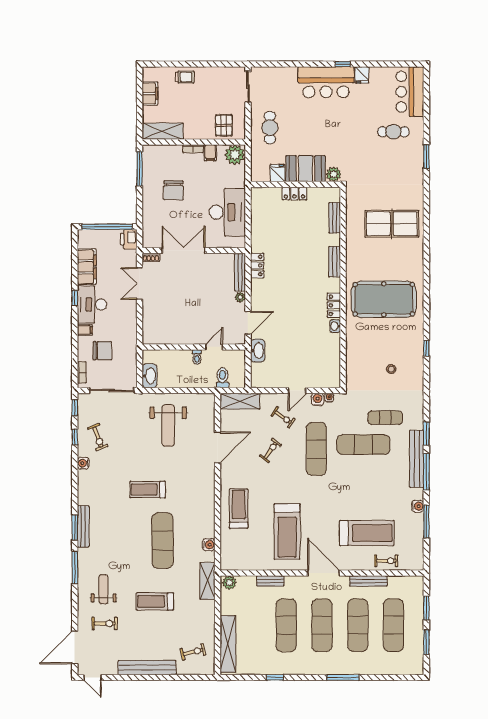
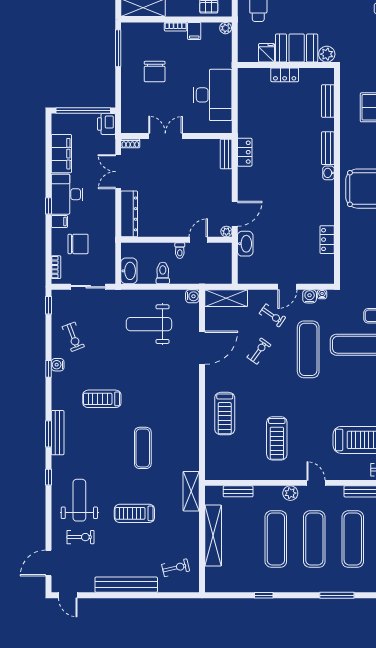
plant: (235, 155) -> (226, 28), width x0.53, depth x0.53
double door: (184, 250) -> (165, 136), width x0.73
bench: (240, 272) -> (226, 154), width x0.73
plant: (240, 297) -> (226, 232), moved
window: (75, 298) -> (48, 206), moved
locker: (334, 305) -> (327, 240), moved
dresser: (150, 323) -> (129, 214), added
washbasin: (335, 326) -> (328, 173), moved
toilet: (222, 378) -> (163, 273), moved
sliding door: (112, 391) -> (88, 287), width x0.73
weight bench: (168, 425) -> (149, 324), turned 90
window: (75, 437) -> (48, 369), moved
treadmill: (148, 490) -> (102, 399), moved
treadmill: (239, 509) -> (225, 414), turned 180
treadmill: (287, 532) -> (277, 438), width x0.73, depth x0.73
exercise mat: (162, 541) -> (143, 448), width x0.73, depth x0.69
water cooler: (209, 545) -> (192, 296), moved
window: (75, 568) -> (48, 477), width x0.46
door: (324, 573) -> (316, 483), width x0.53
bench: (270, 581) -> (238, 491), moved
plant: (229, 583) -> (290, 493), moved
weight bench: (103, 589) -> (79, 500), width x1.36, depth x1.33
shelving: (228, 644) -> (213, 536), moved
door: (75, 648) -> (48, 563), width x0.73

